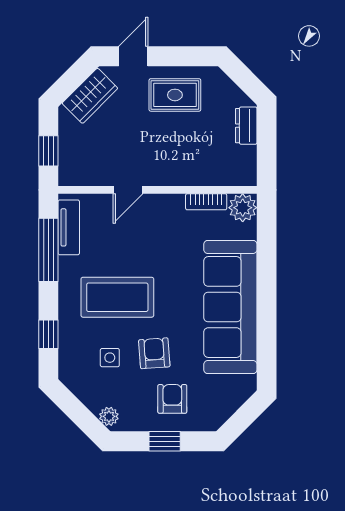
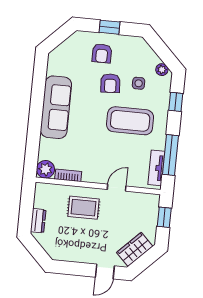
rug: (175, 95) -> (83, 208), moved
sofa: (230, 307) -> (56, 107), width x0.74, depth x0.79
plant: (109, 416) -> (162, 70), moved

